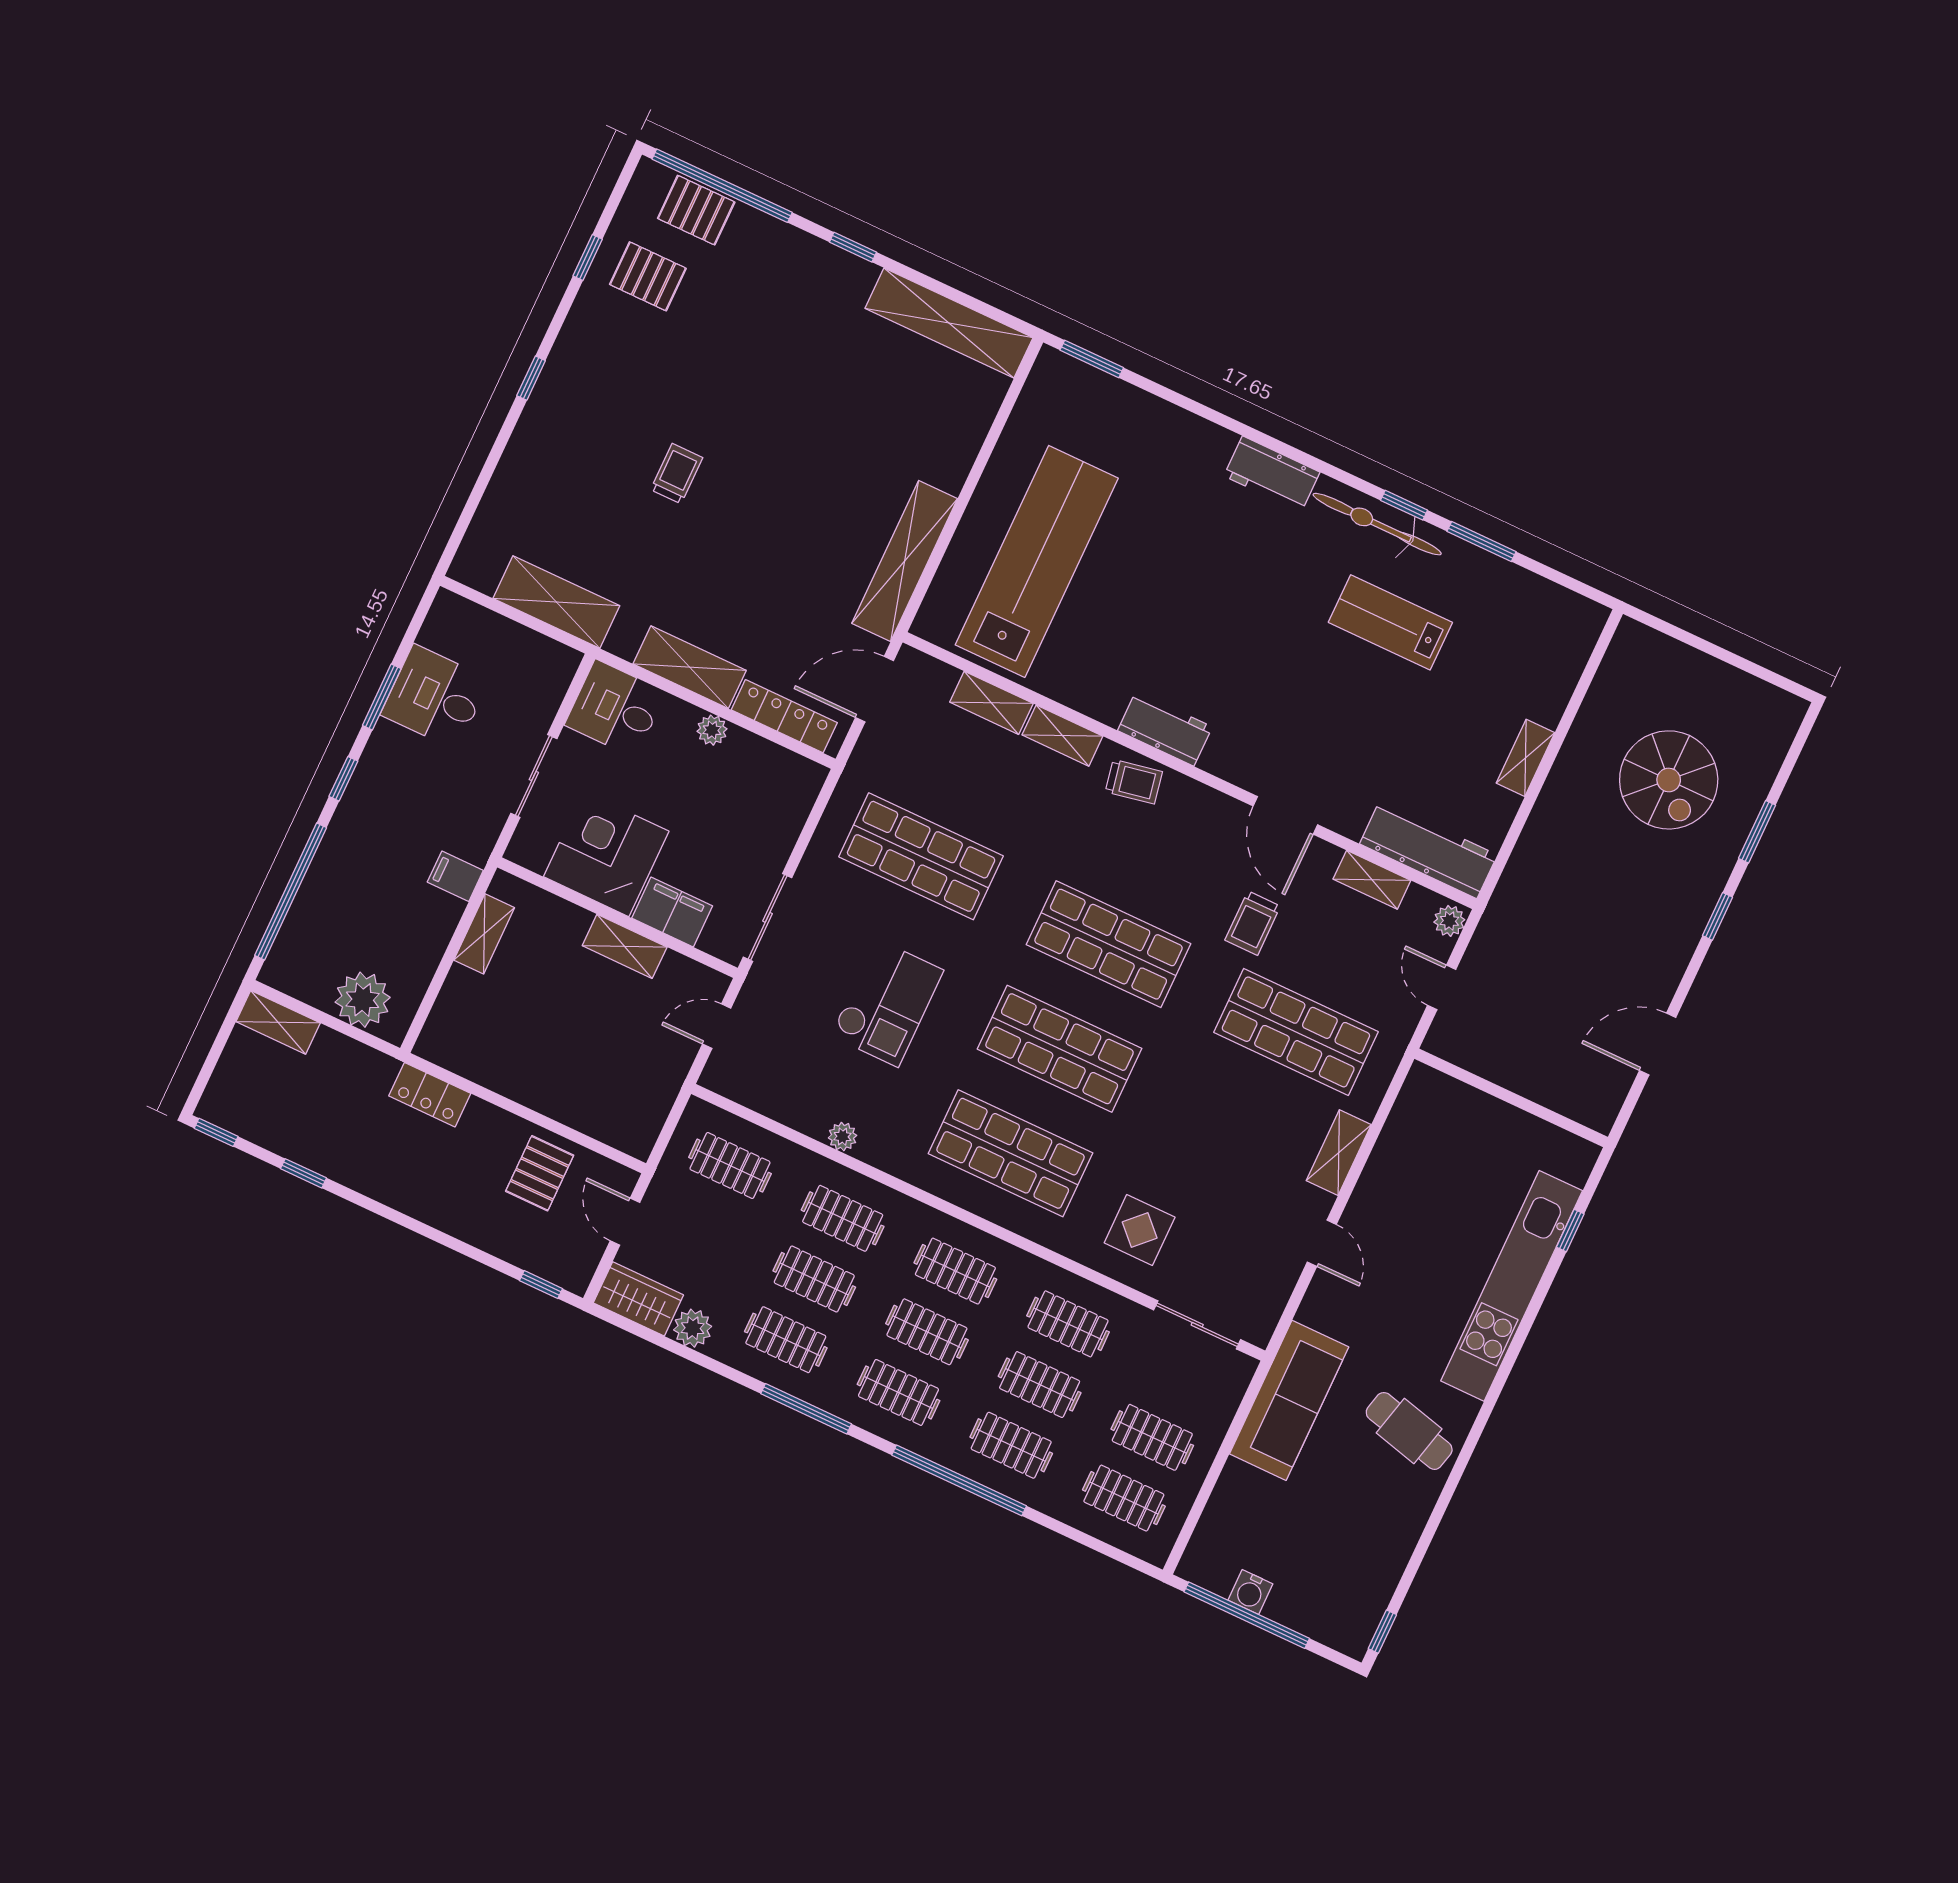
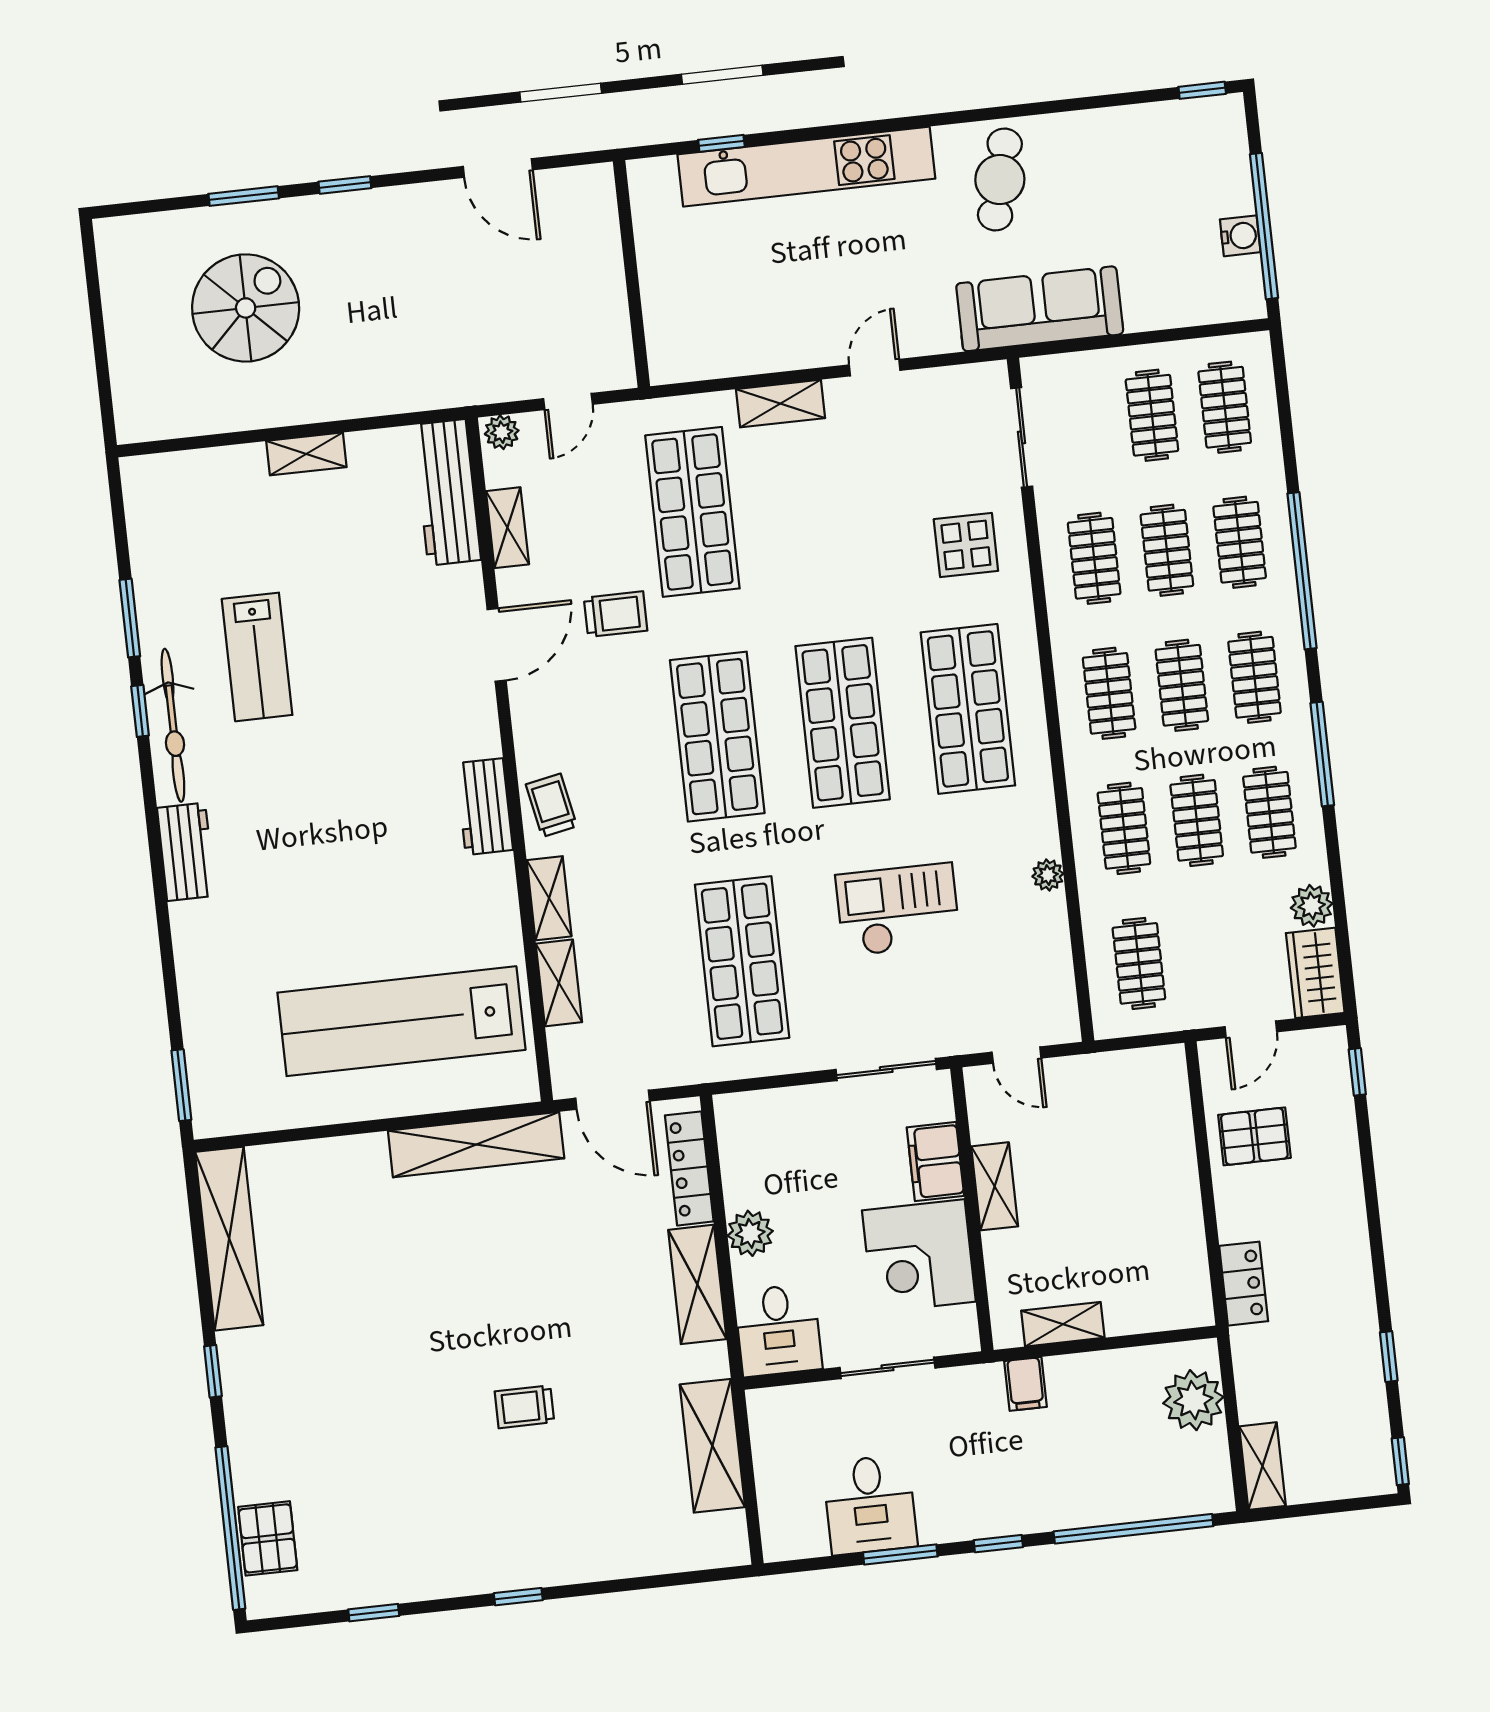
pallet: (648, 276) -> (357, 1546), removed
plant: (712, 730) -> (750, 1233), width x1.38, depth x1.38

